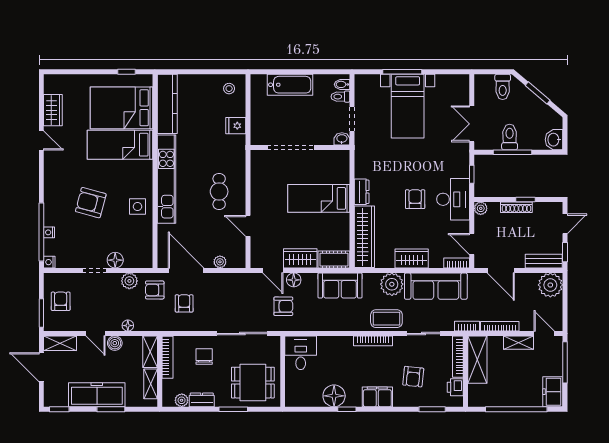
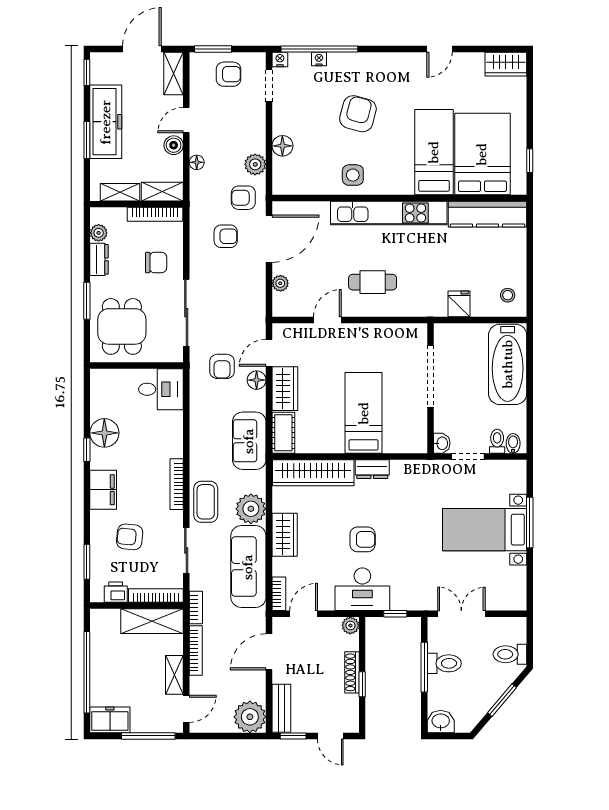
bathtub: (290, 85) -> (508, 364), width x1.36, depth x1.36
wardrobe: (53, 110) -> (506, 64), moved
doorway: (94, 270) -> (269, 86), moved
armchair: (155, 290) -> (243, 198), turned -90

